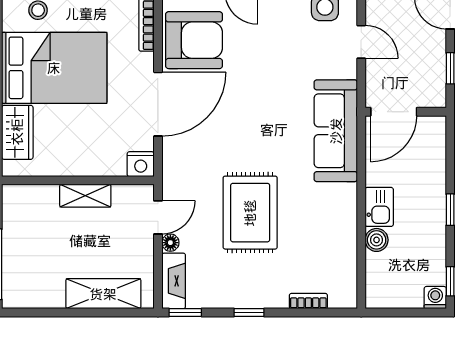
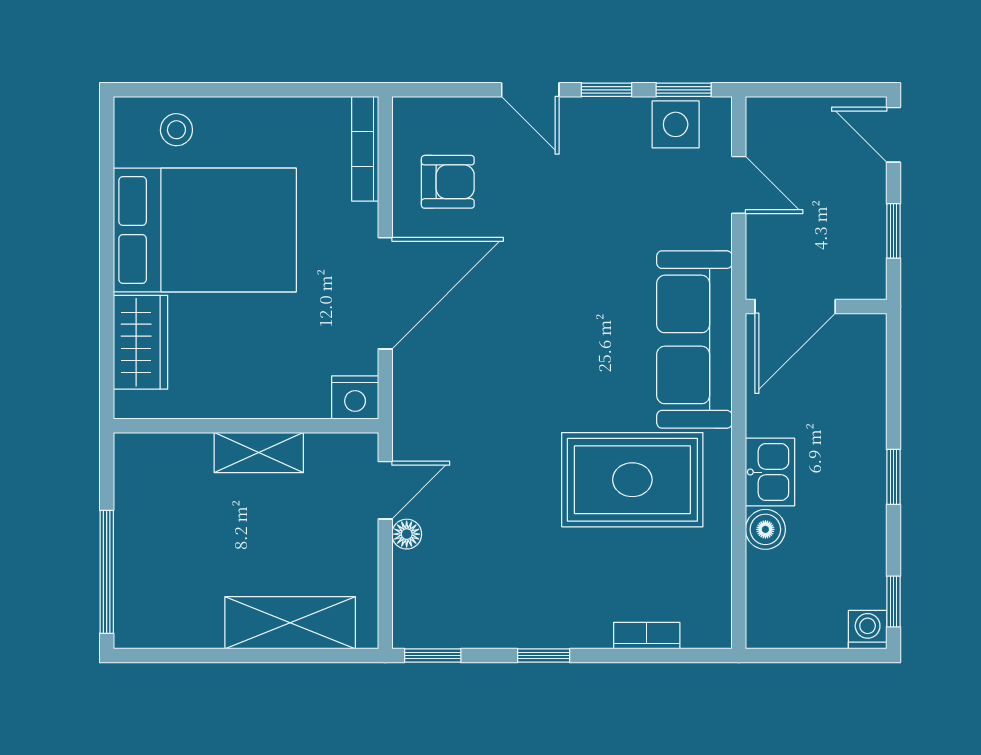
armchair: (194, 40) -> (448, 182), width x0.53, depth x0.53
rug: (250, 213) -> (632, 480), moved, turned 90
fireplace: (174, 281) -> (412, 601), removed

